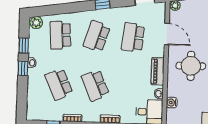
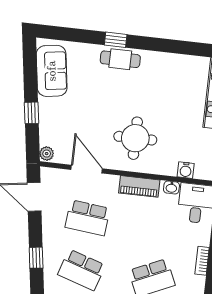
door: (167, 34) -> (87, 169), hinge flipped

